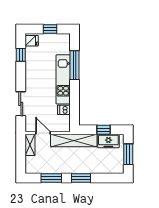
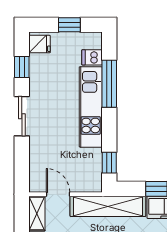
sliding door: (21, 104) -> (22, 116), moved
dishwasher: (64, 110) -> (92, 57), moved
window: (74, 114) -> (109, 163), added

